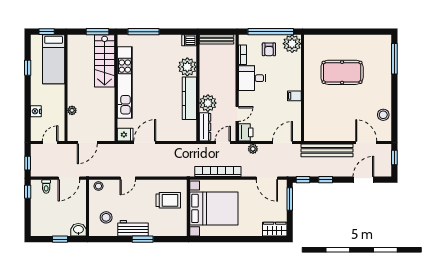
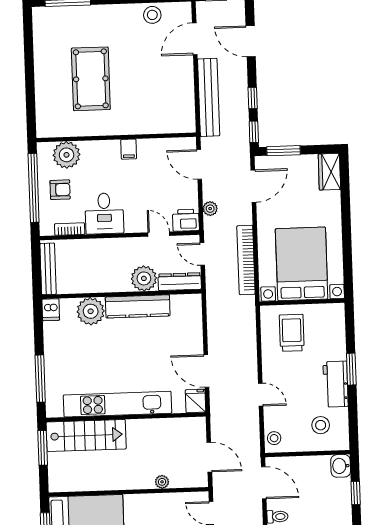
plant: (292, 44) -> (67, 155), moved

